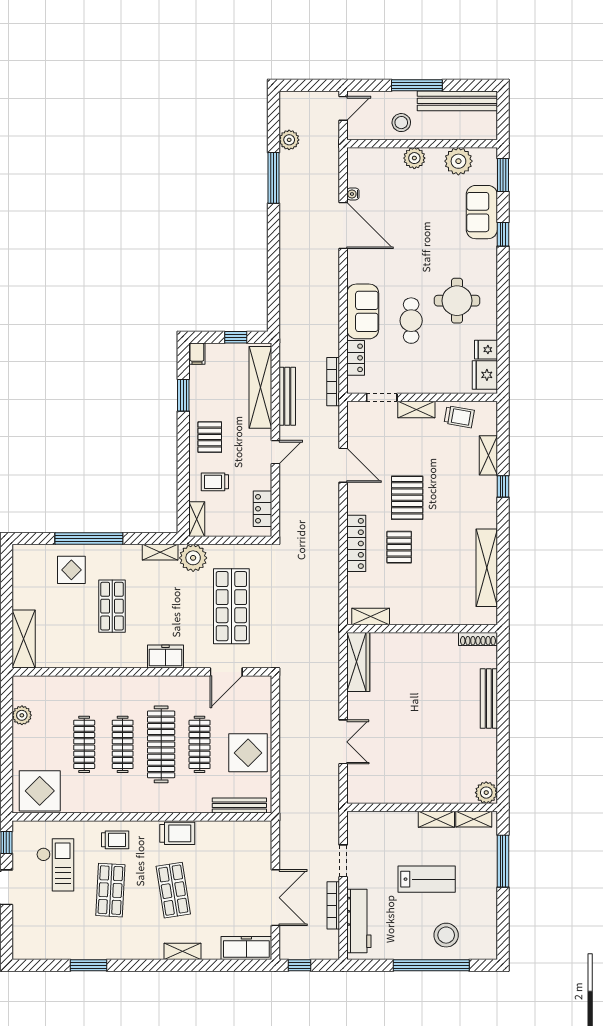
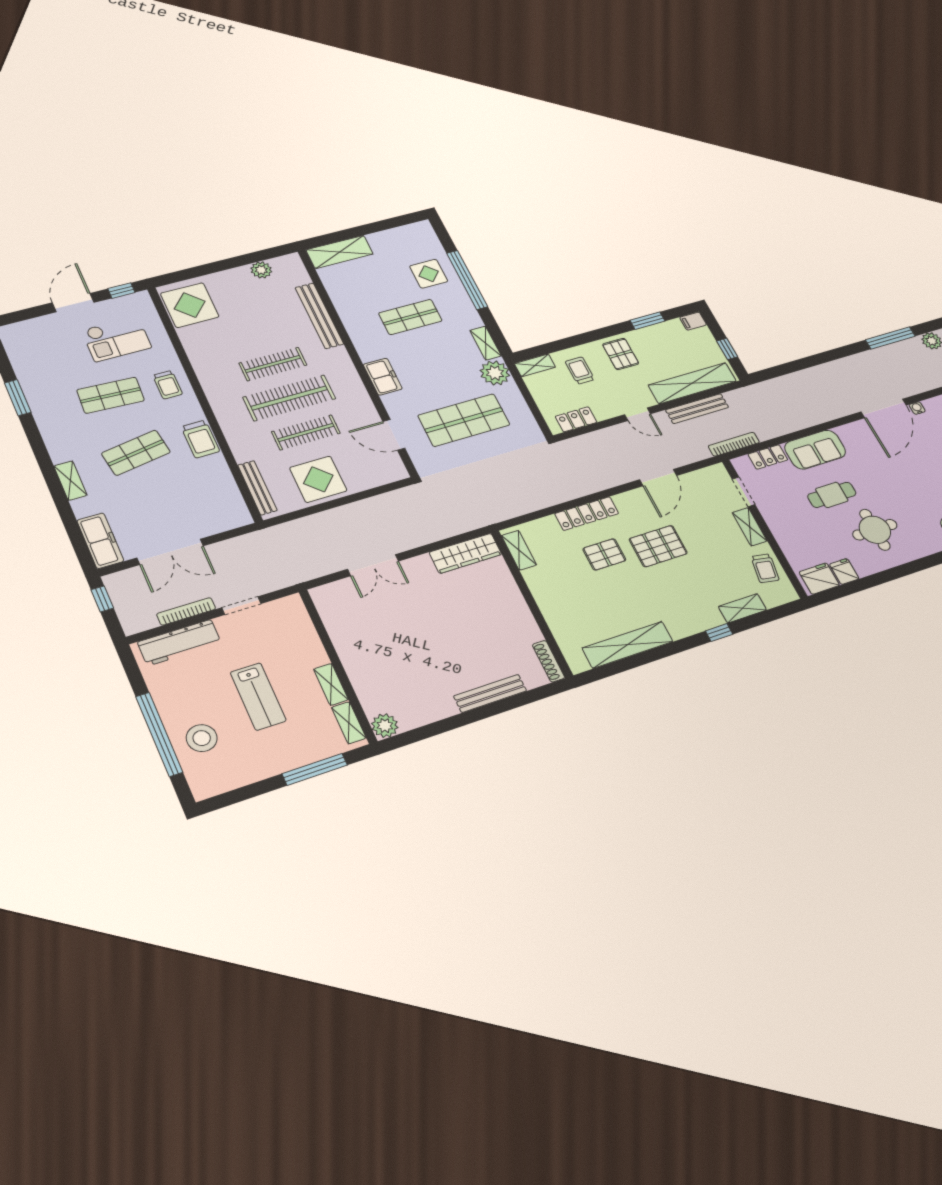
pallet: (210, 437) -> (621, 354), turned 90
bench: (86, 685) -> (319, 316), added
clothes rail: (84, 744) -> (257, 331), removed

